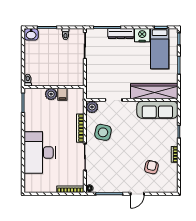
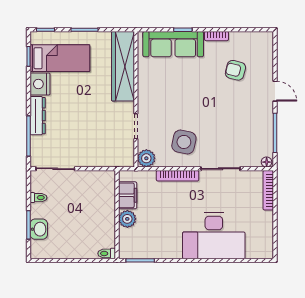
washbasin: (31, 34) -> (39, 229), moved
filing cabinet: (62, 94) -> (128, 195), width x2.00
sofa: (157, 110) -> (173, 44), moved, turned 90

